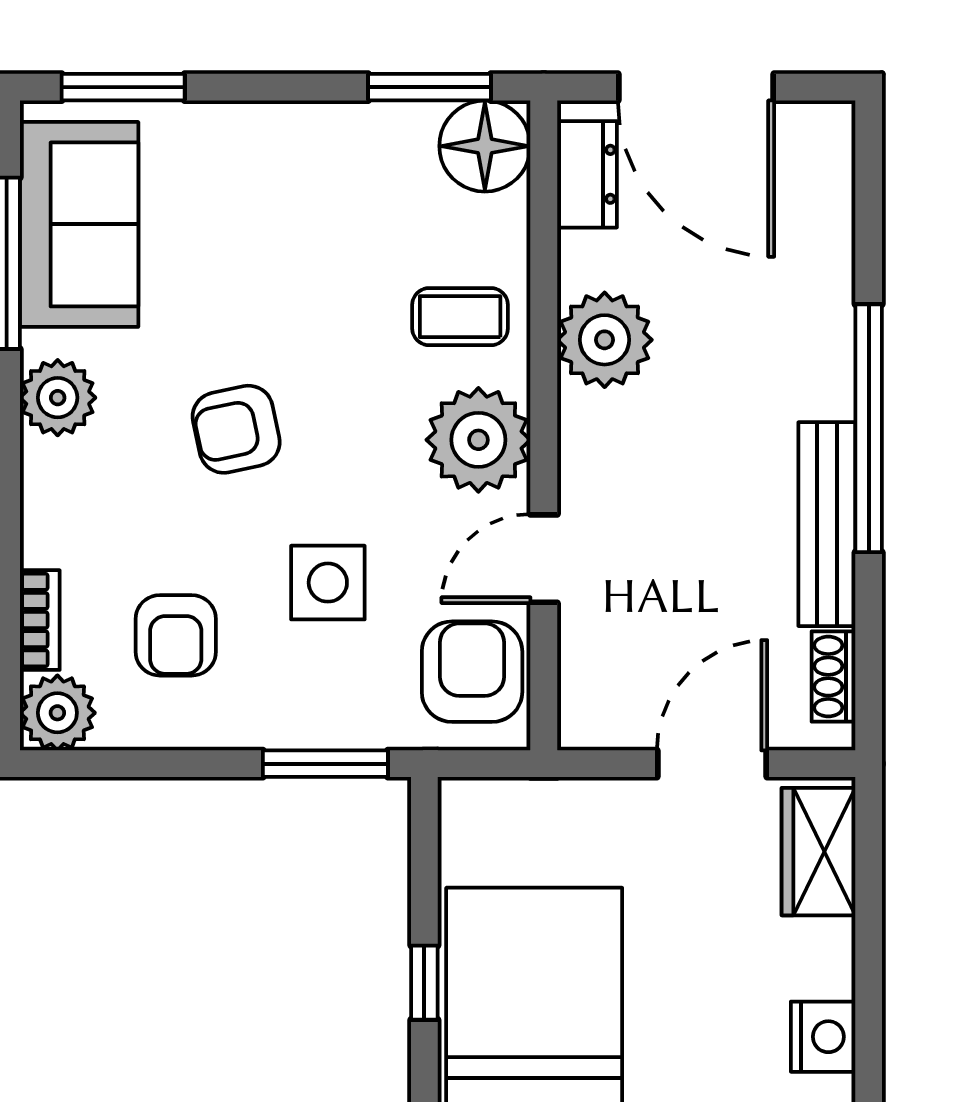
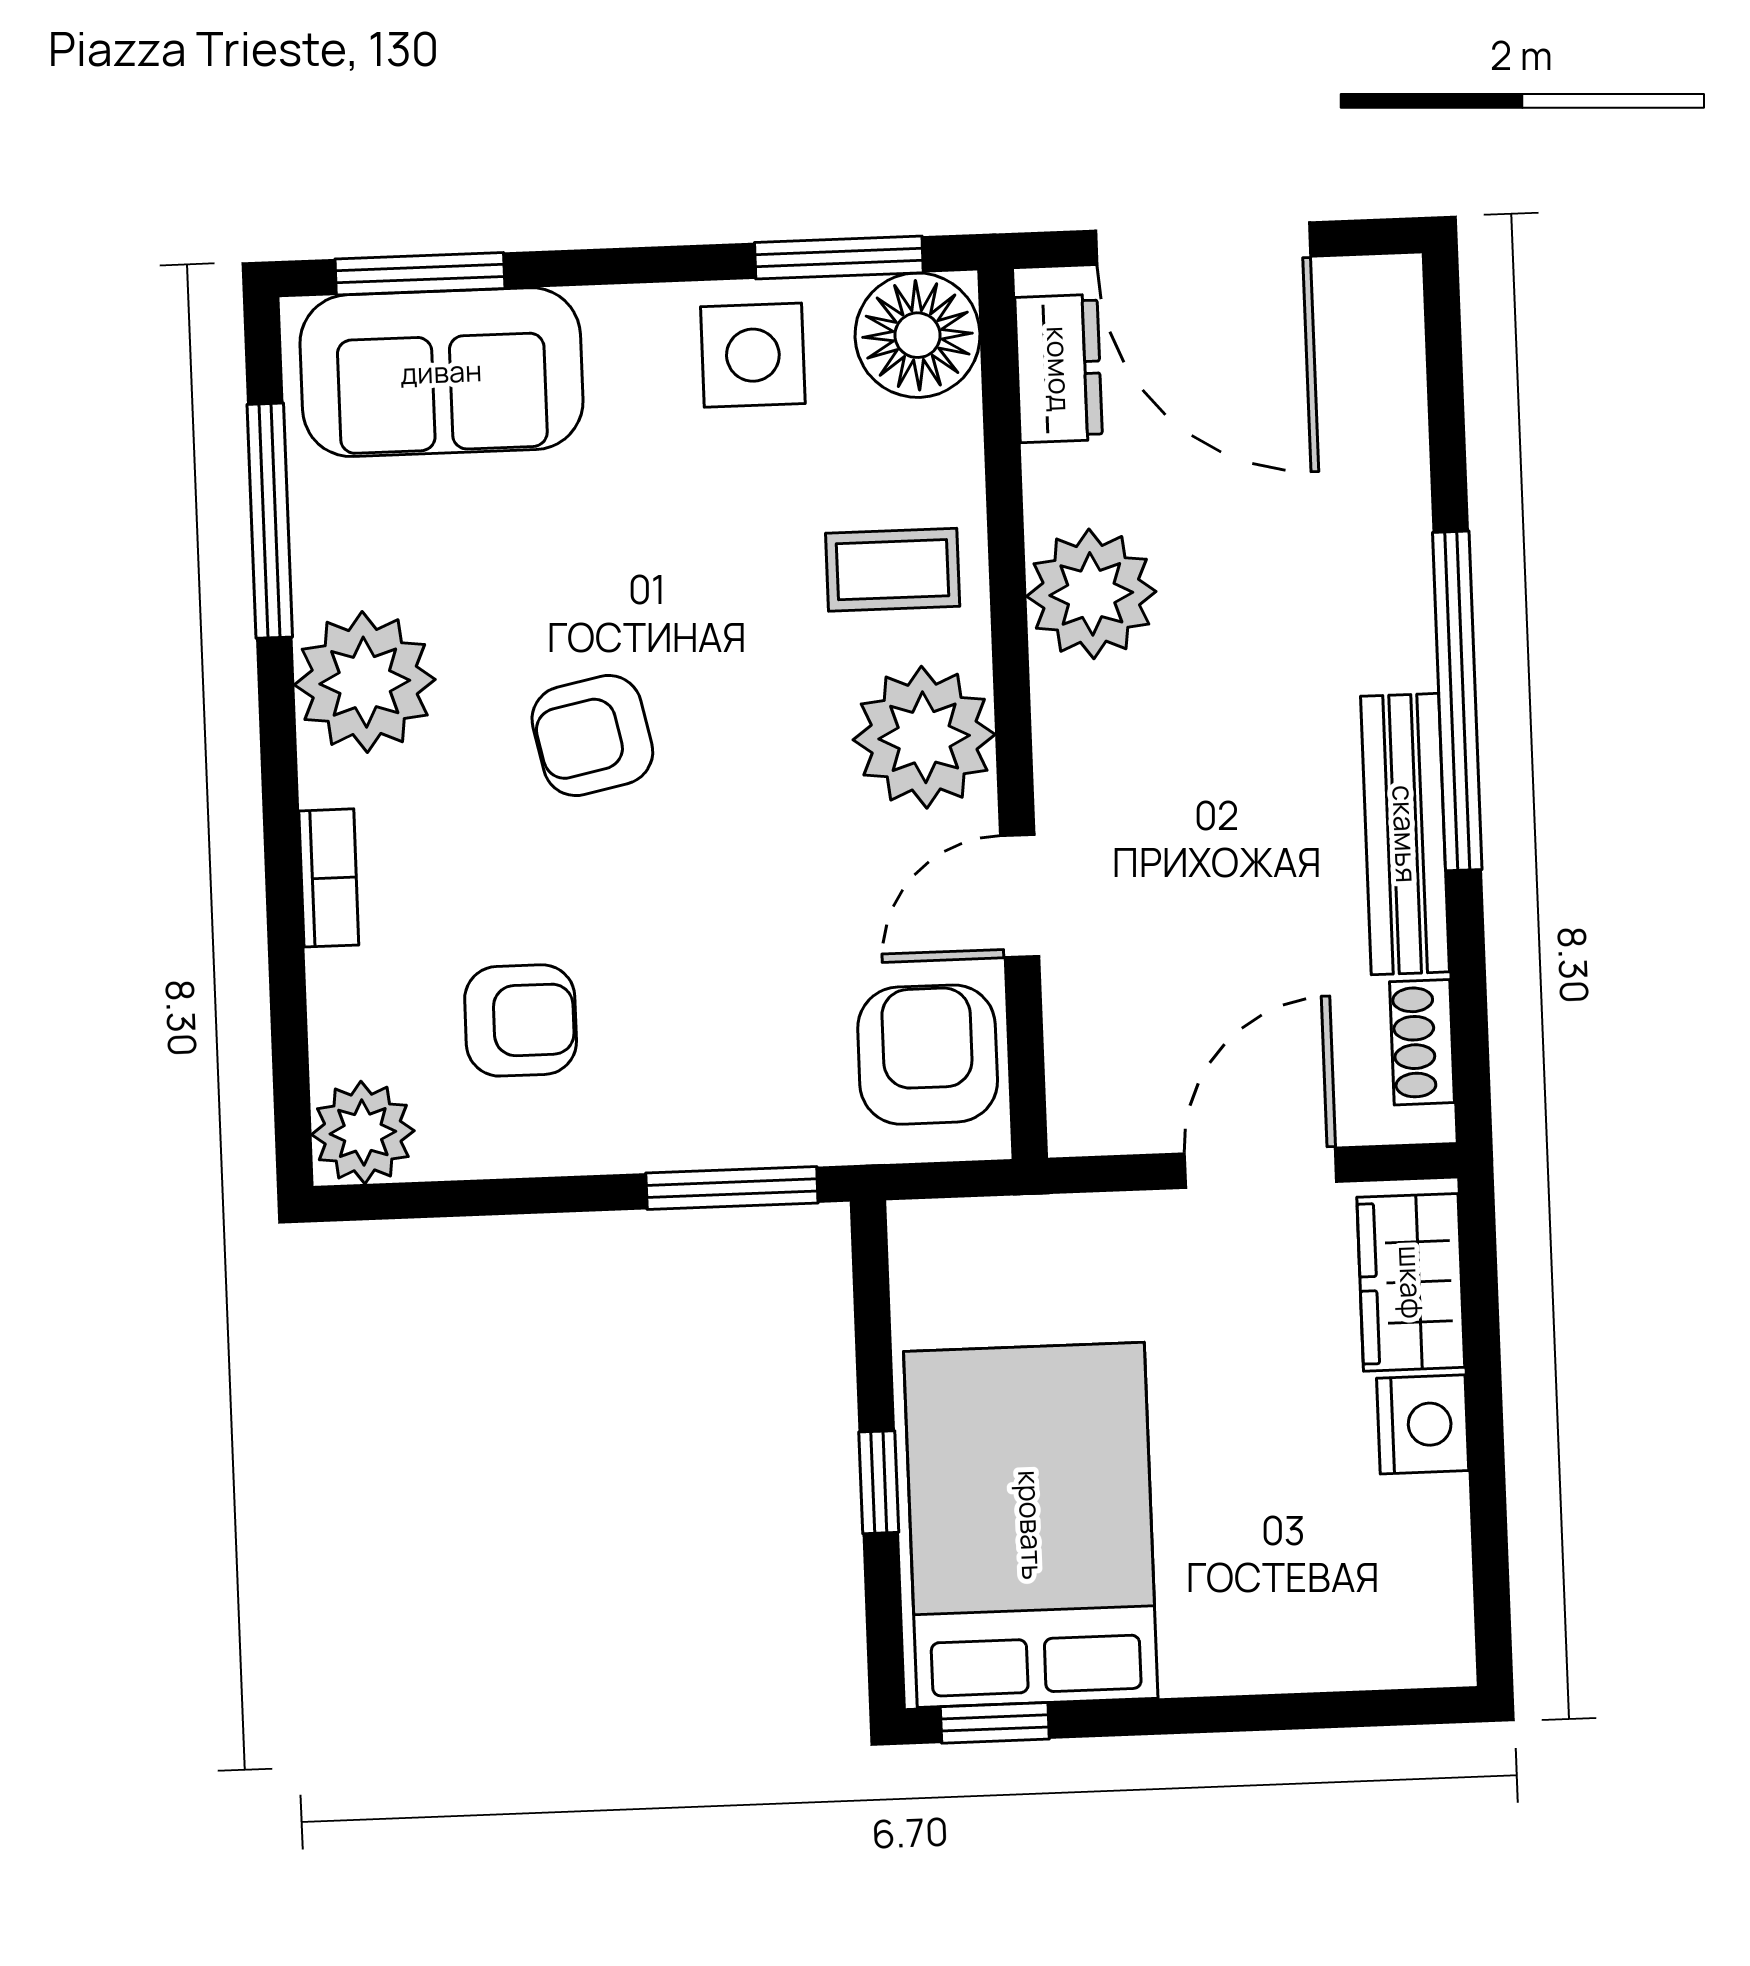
sofa: (79, 224) -> (441, 372), moved, turned 90
plant: (58, 398) -> (365, 682), width x1.36, depth x1.36
side table: (328, 583) -> (753, 355), moved
bookcase: (40, 620) -> (329, 878), moved
armchair: (176, 635) -> (521, 1020), turned -90
nightstand: (823, 1037) -> (1423, 1424), moved

